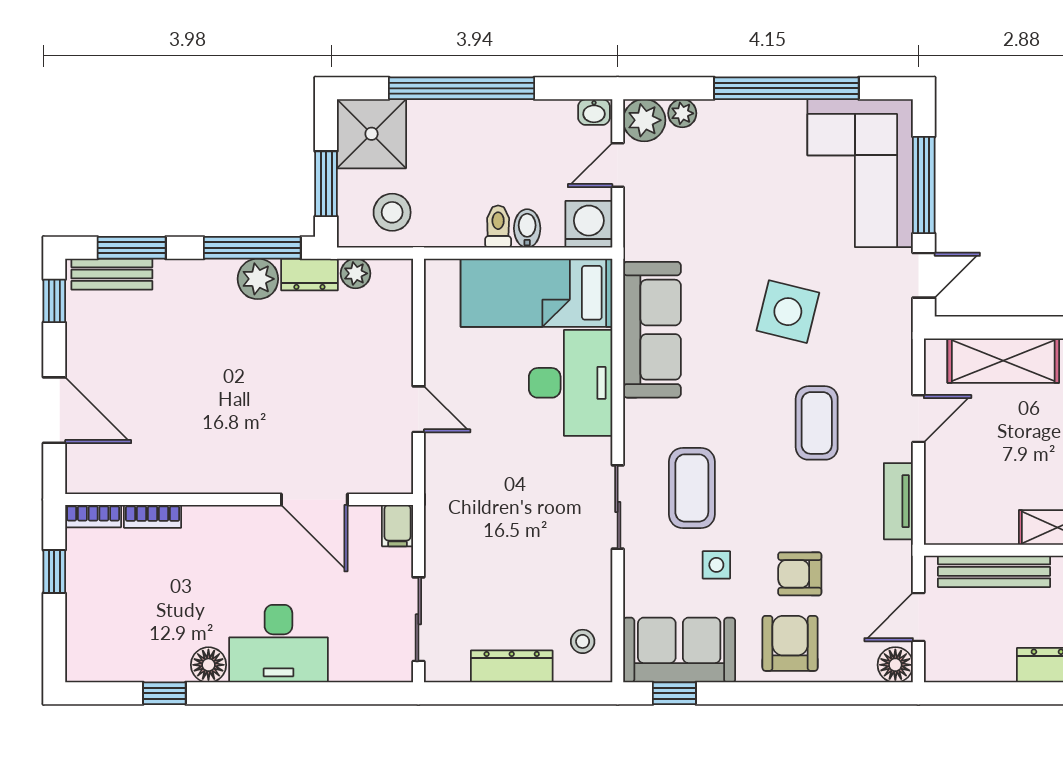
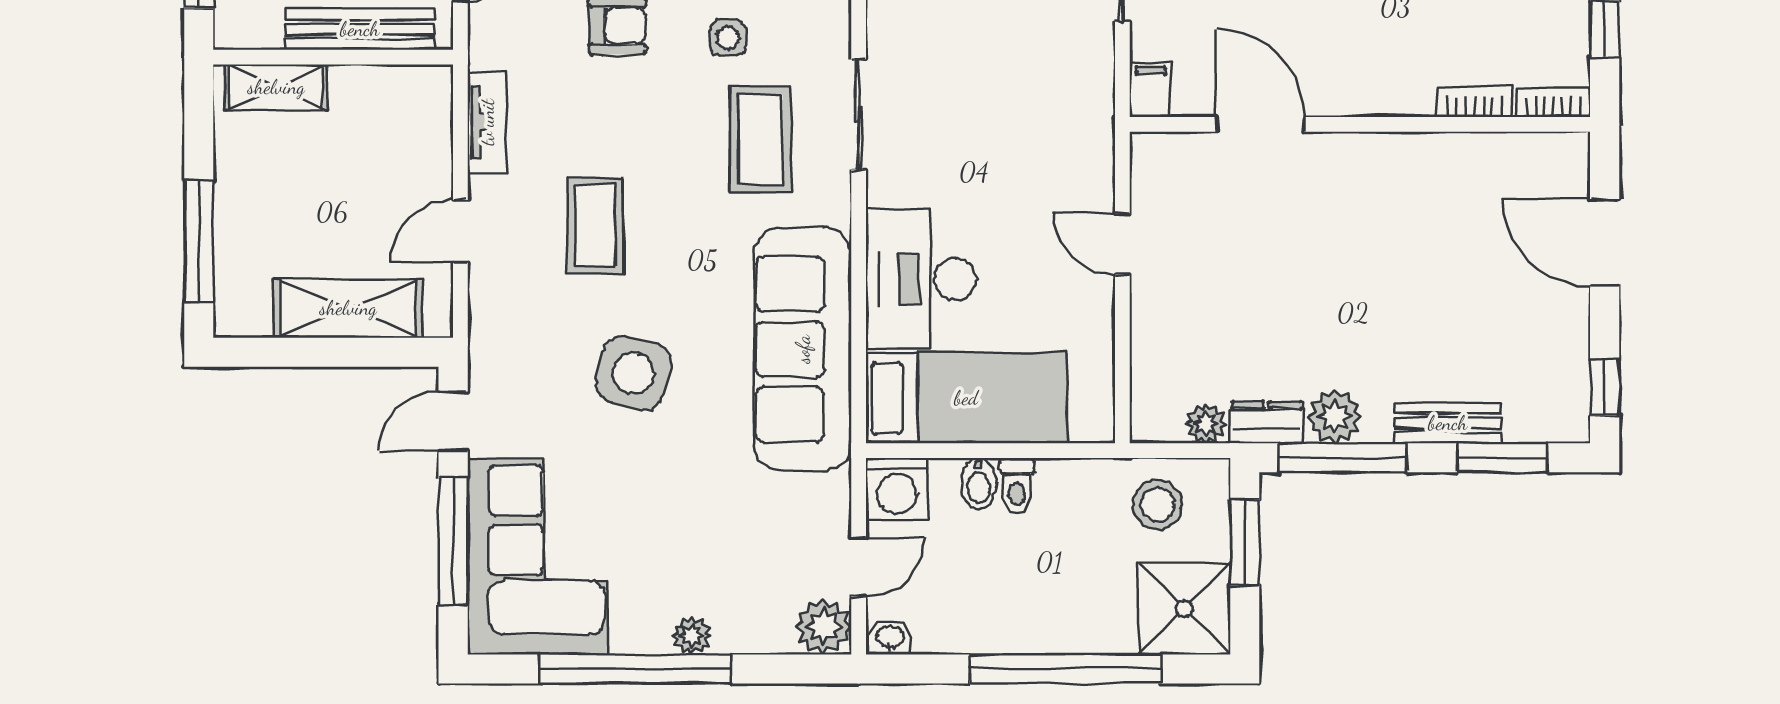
plant: (682, 113) -> (692, 636), moved
bench: (112, 274) -> (1448, 423), moved
sofa: (652, 330) -> (803, 349), width x1.36, depth x1.27

